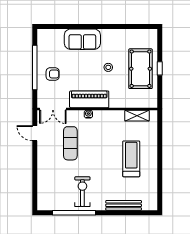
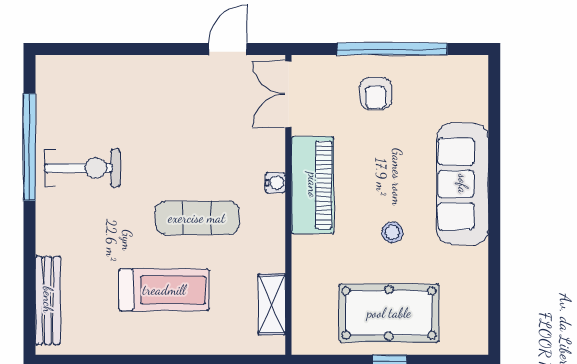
sofa: (82, 39) -> (463, 184), width x1.36
exercise mat: (70, 143) -> (197, 218), moved
bench: (124, 205) -> (48, 300), moved

